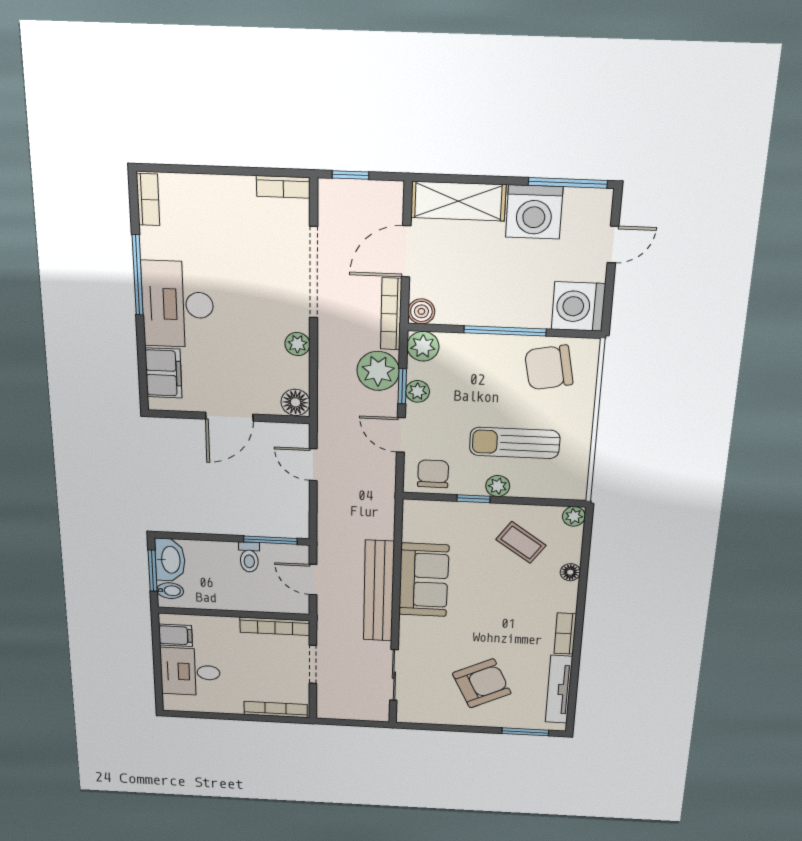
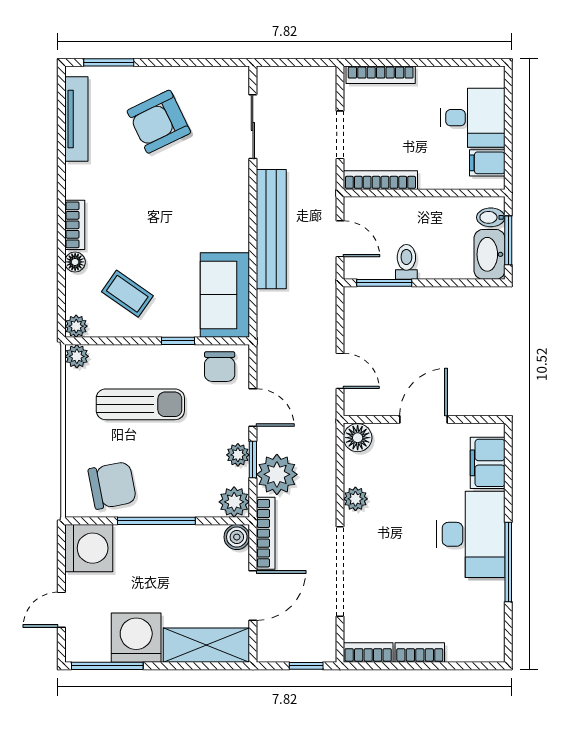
bookcase: (148, 200) -> (420, 653), moved, turned 90
plant: (498, 486) -> (77, 356), moved
sofa: (424, 580) -> (225, 295), moved
bookcase: (565, 634) -> (75, 225), moved

